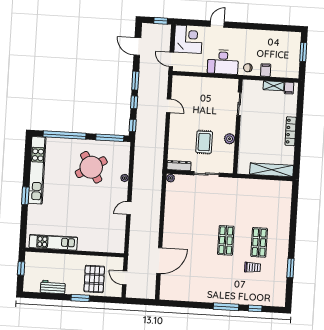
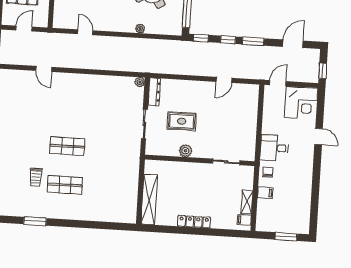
desk: (223, 62) -> (274, 148), width x0.73
door: (129, 208) -> (85, 32), moved
door: (159, 261) -> (44, 69), width x0.53

